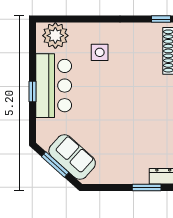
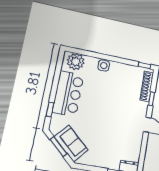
side table: (100, 52) -> (104, 66), moved
window: (32, 91) -> (50, 109), moved

